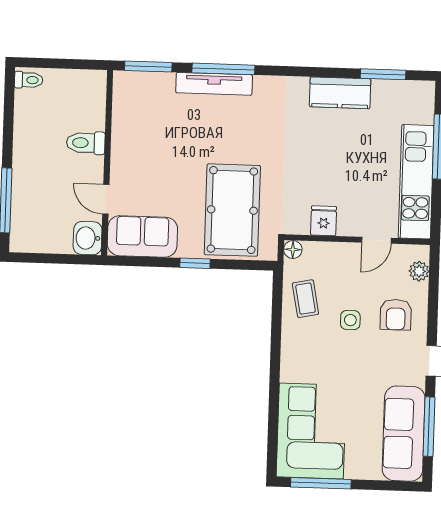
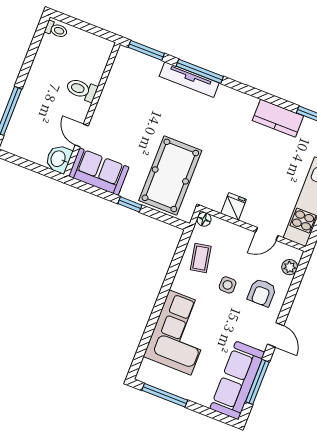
corner sofa: (311, 431) -> (180, 332), moved

